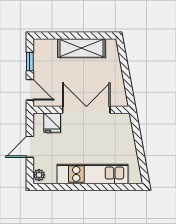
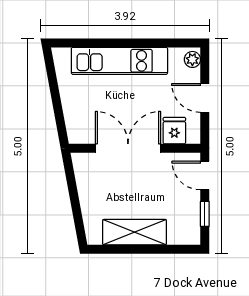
double door: (86, 110) -> (128, 148), swing flipped
door: (30, 147) -> (205, 98), swing flipped

